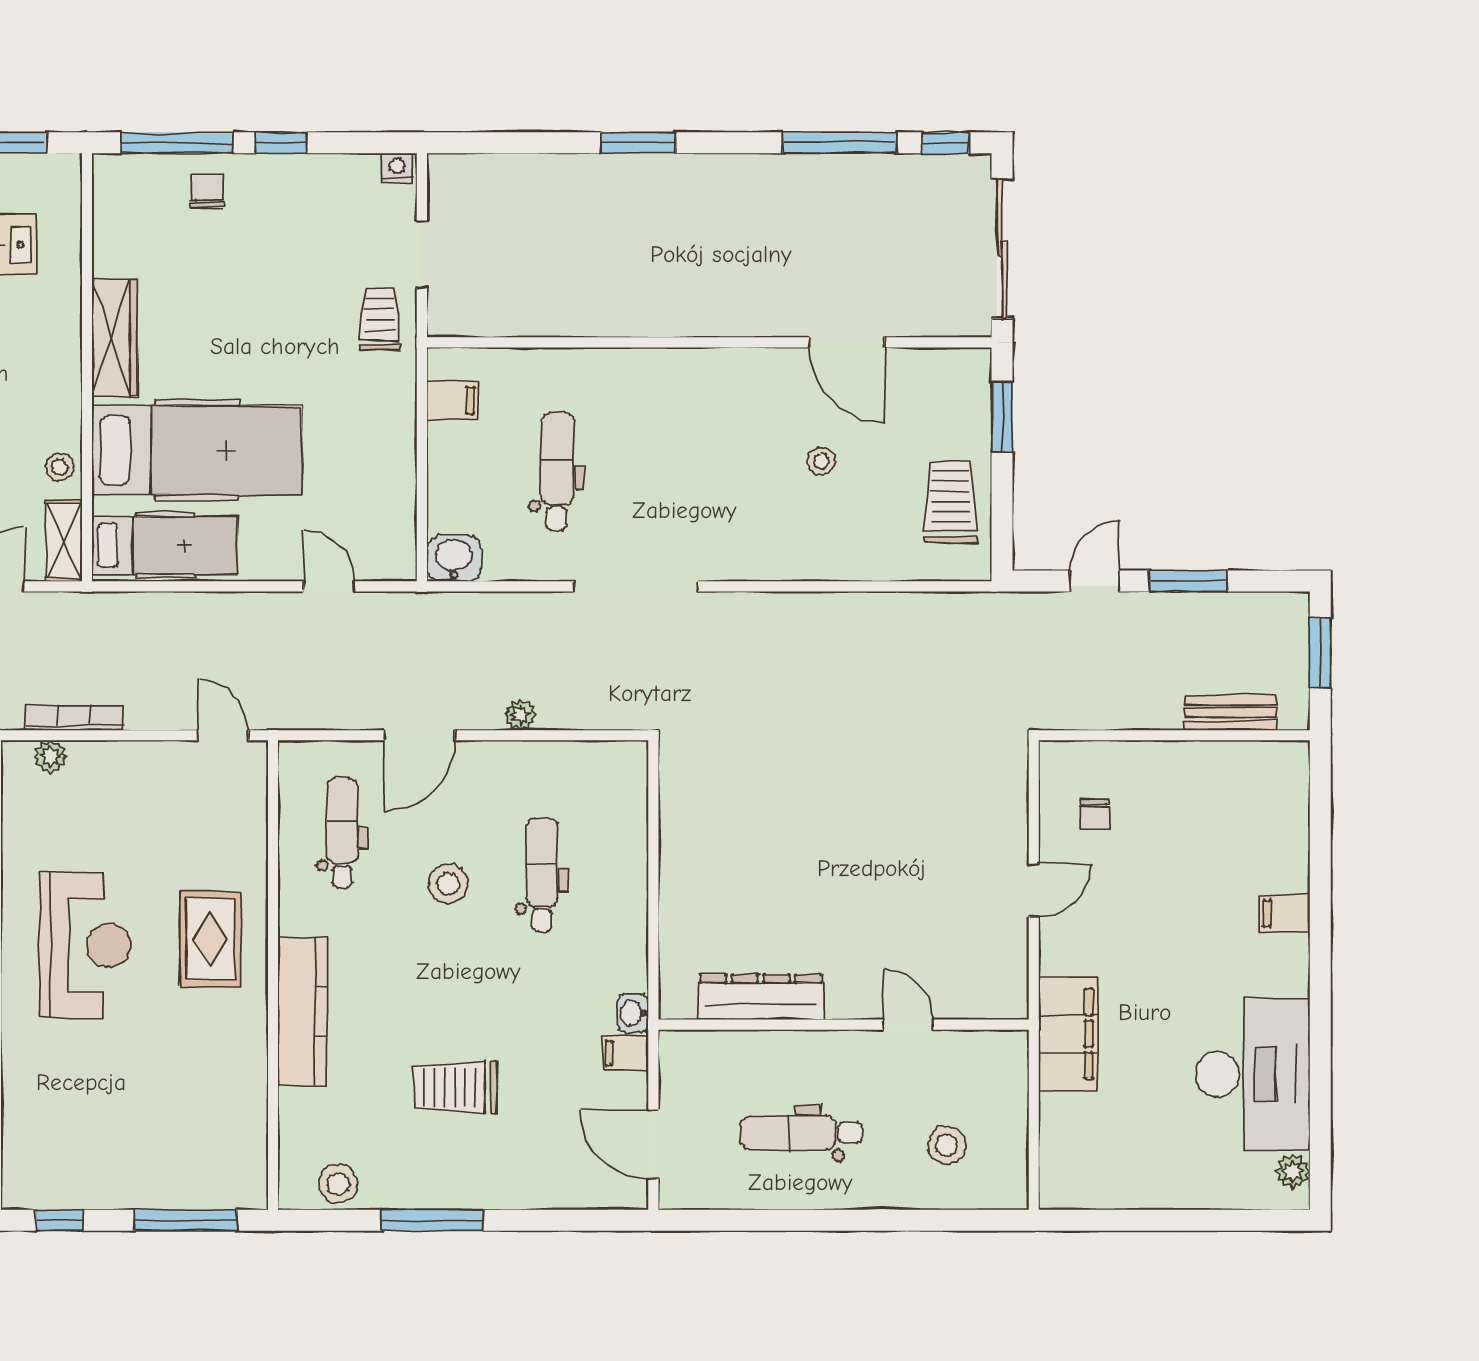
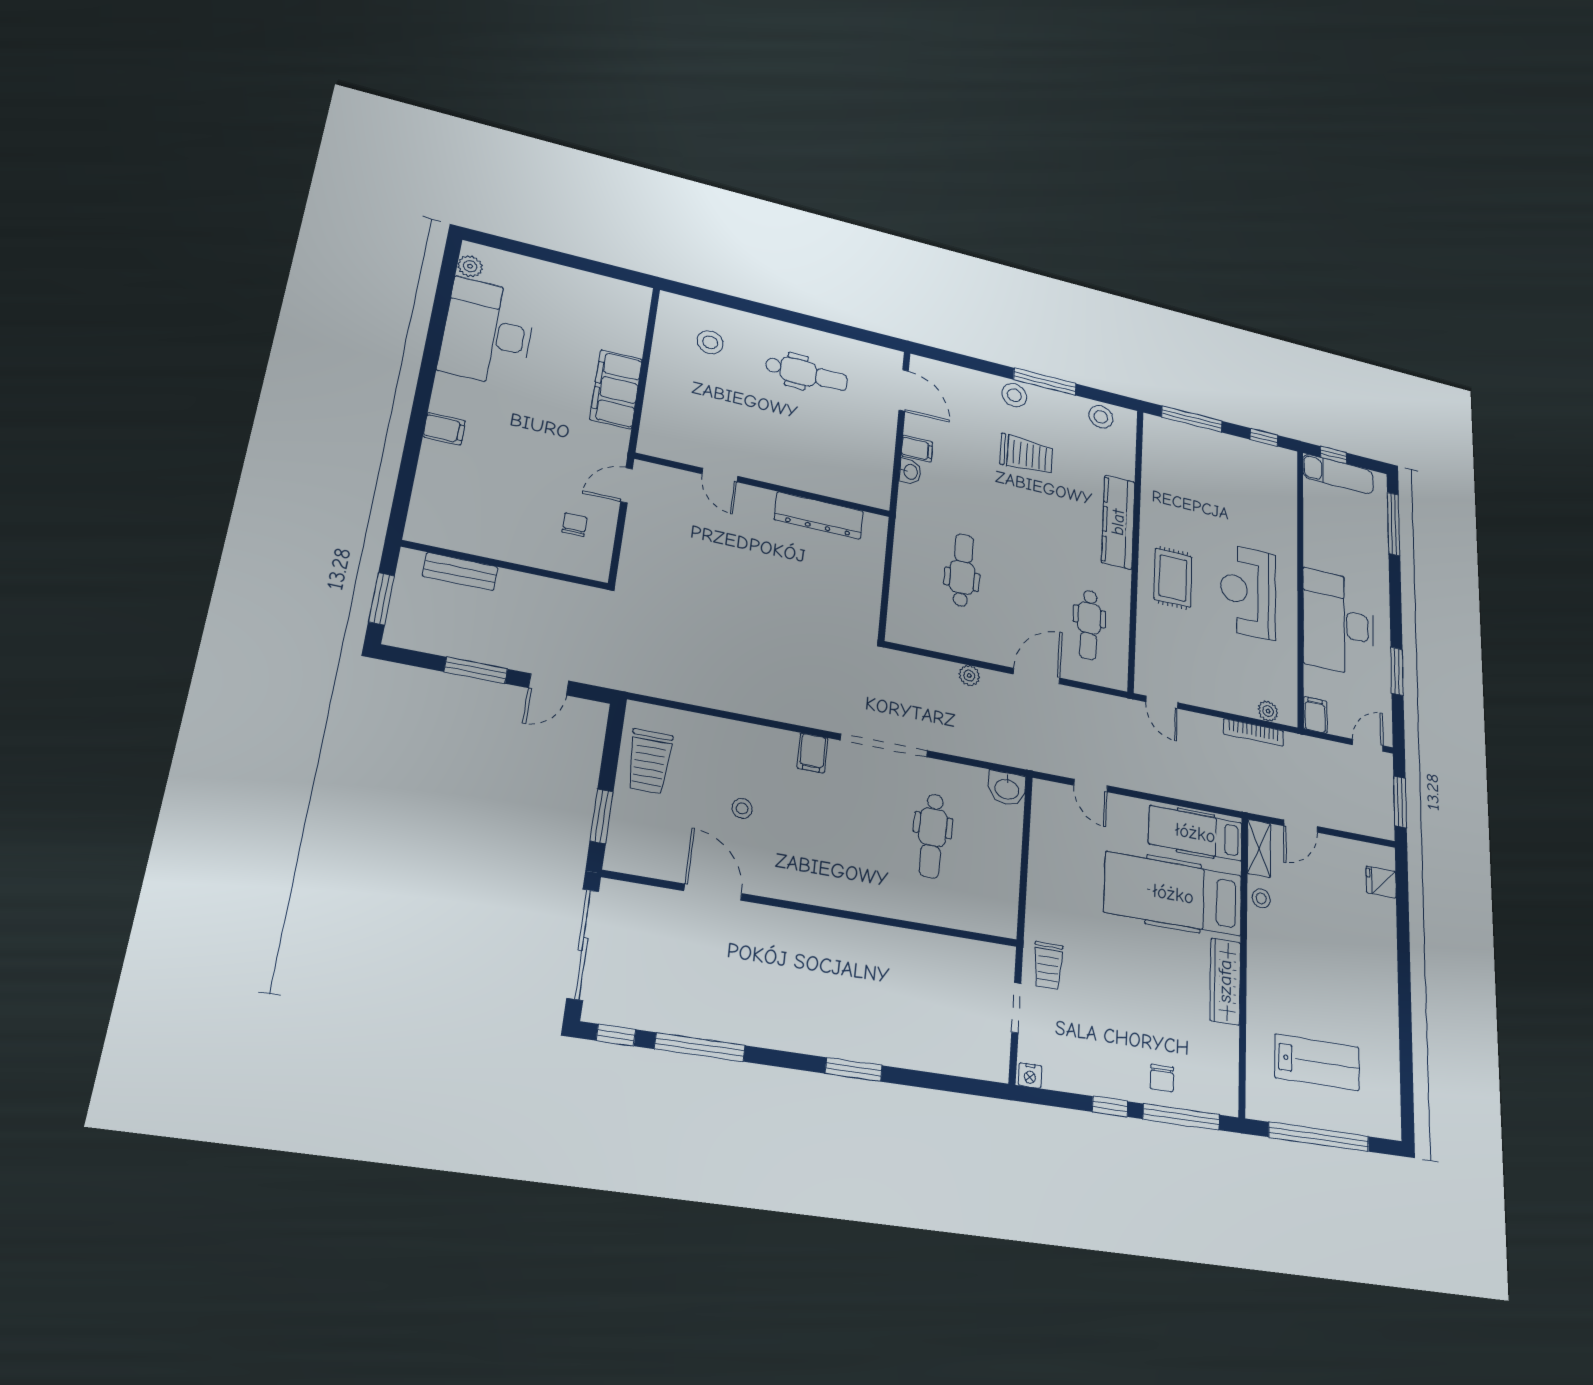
filing cabinet: (452, 400) -> (813, 753), moved, turned -90
dental chair: (542, 875) -> (962, 570), turned 180
stool: (448, 884) -> (1014, 395), moved
dresser: (761, 997) -> (819, 515), moved
wall: (844, 1025) -> (764, 485), moved
door: (908, 1025) -> (720, 475), moved

